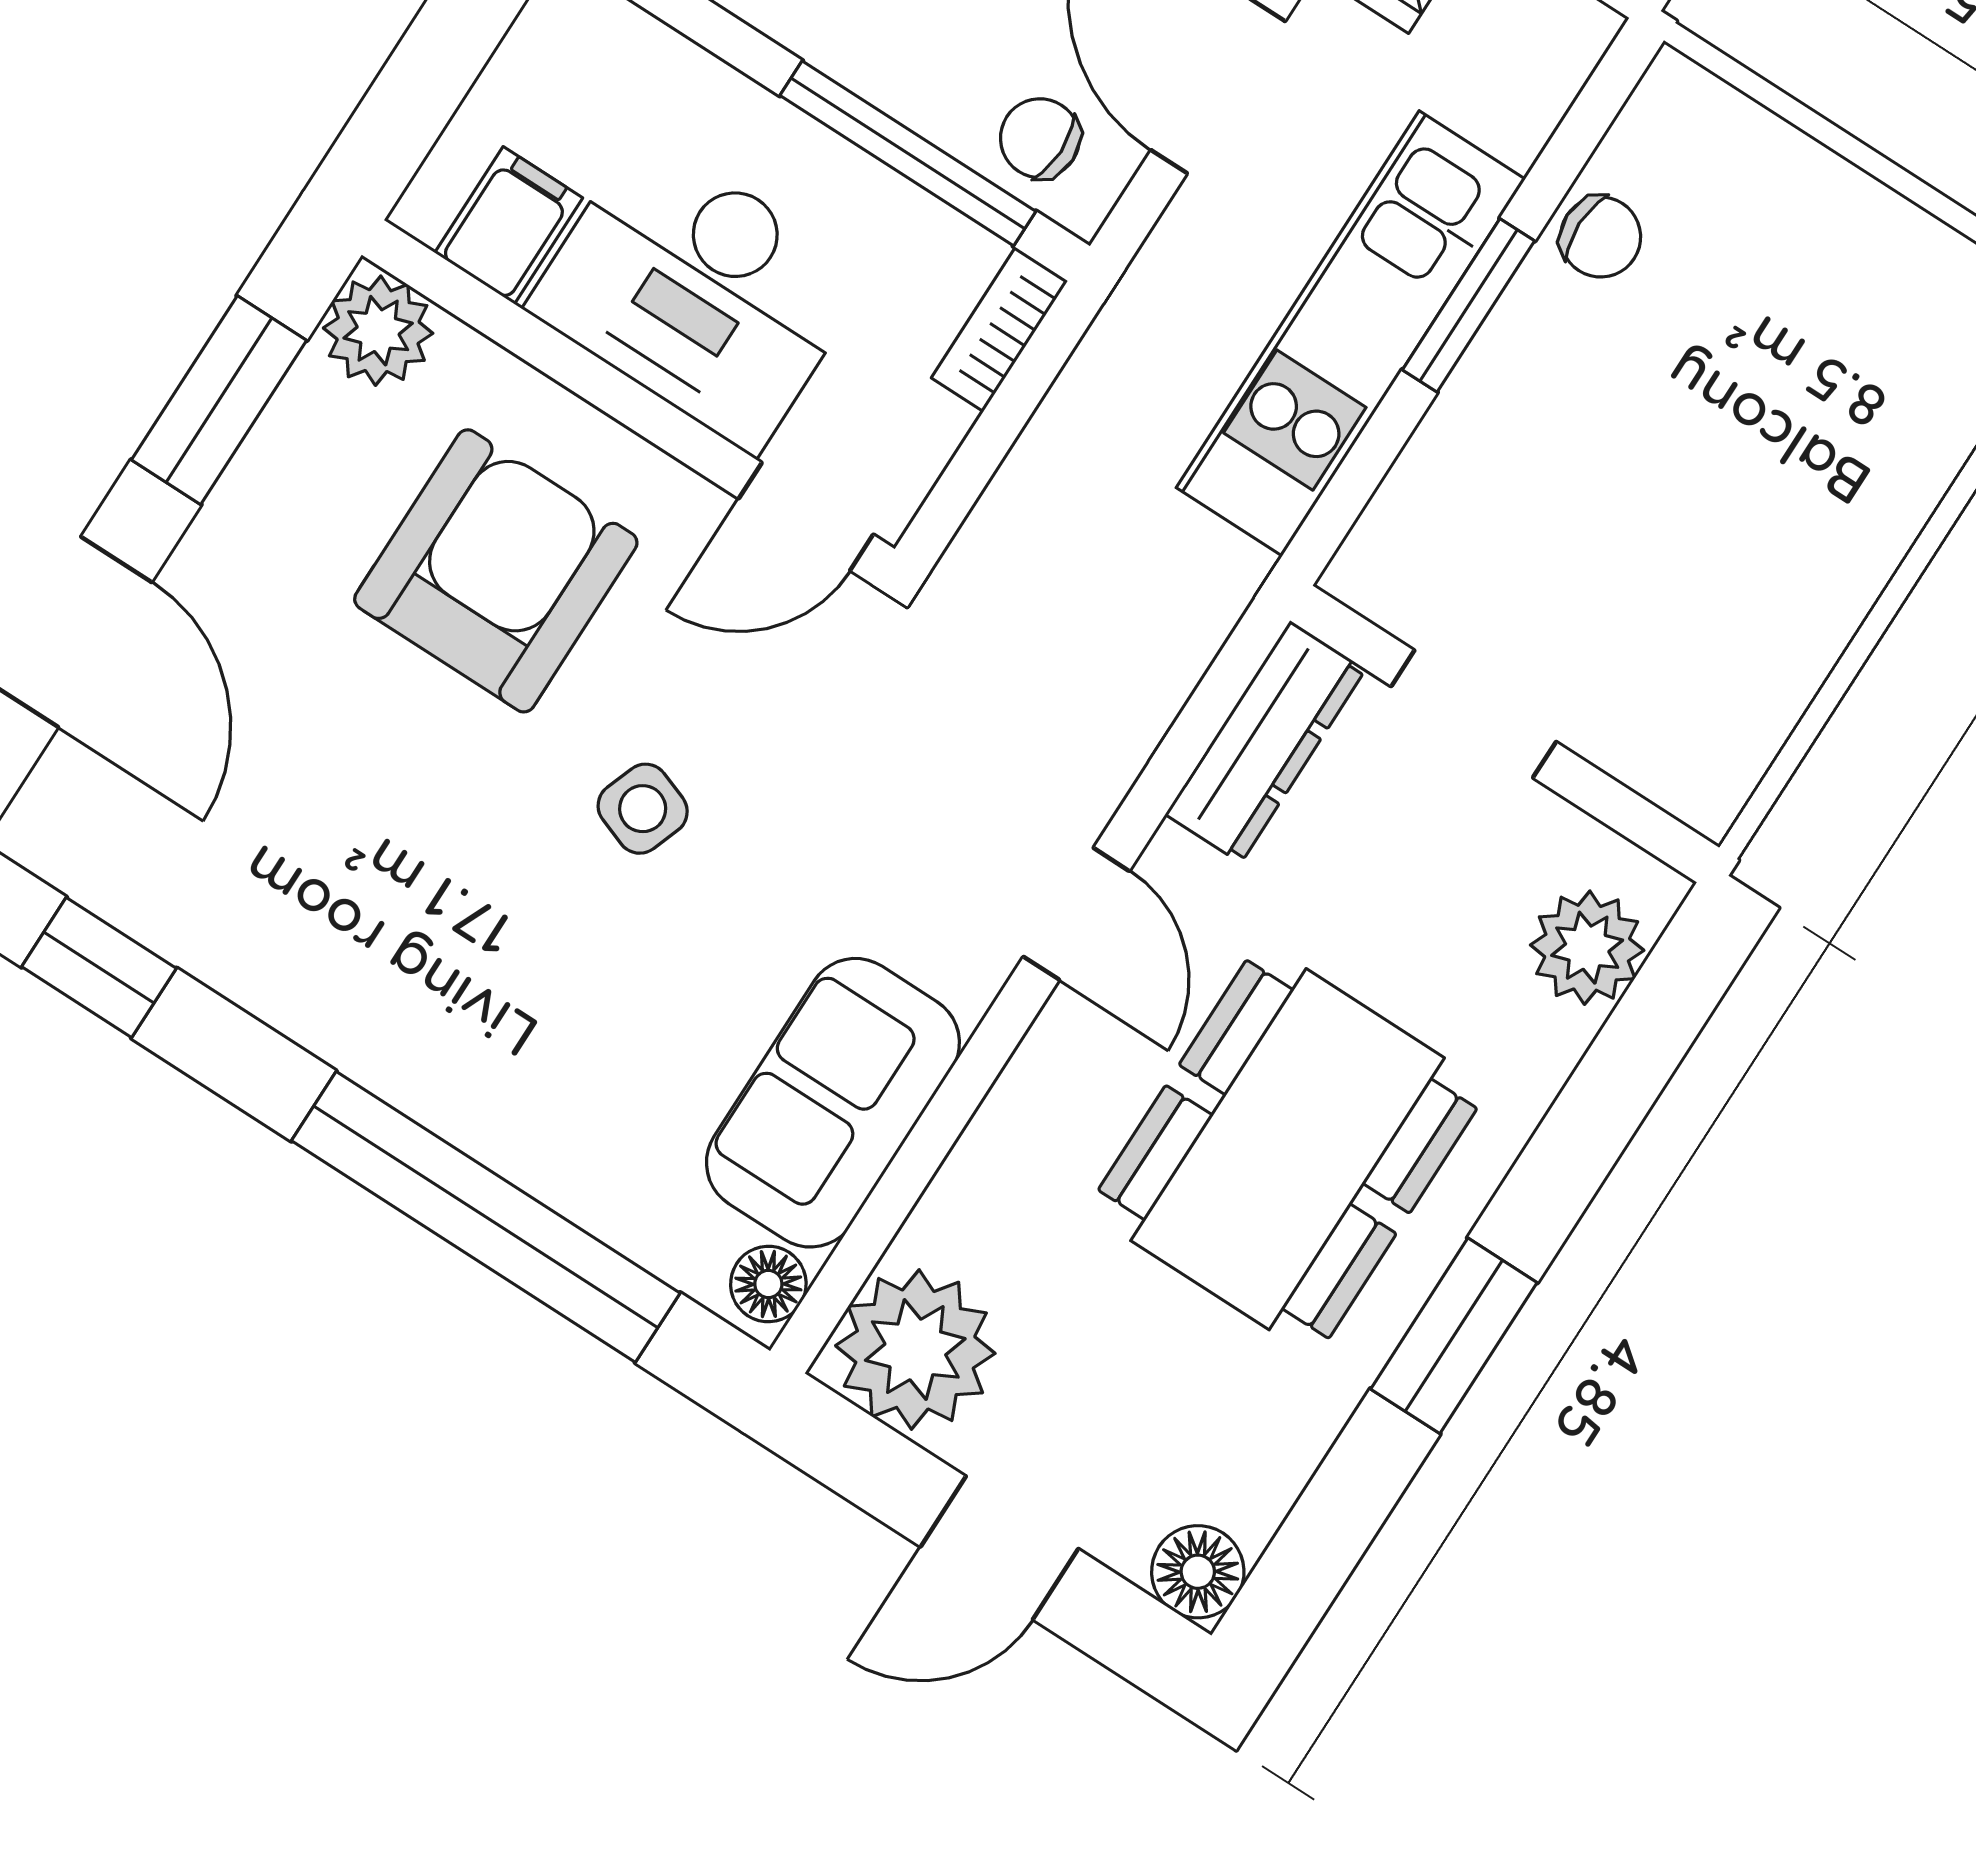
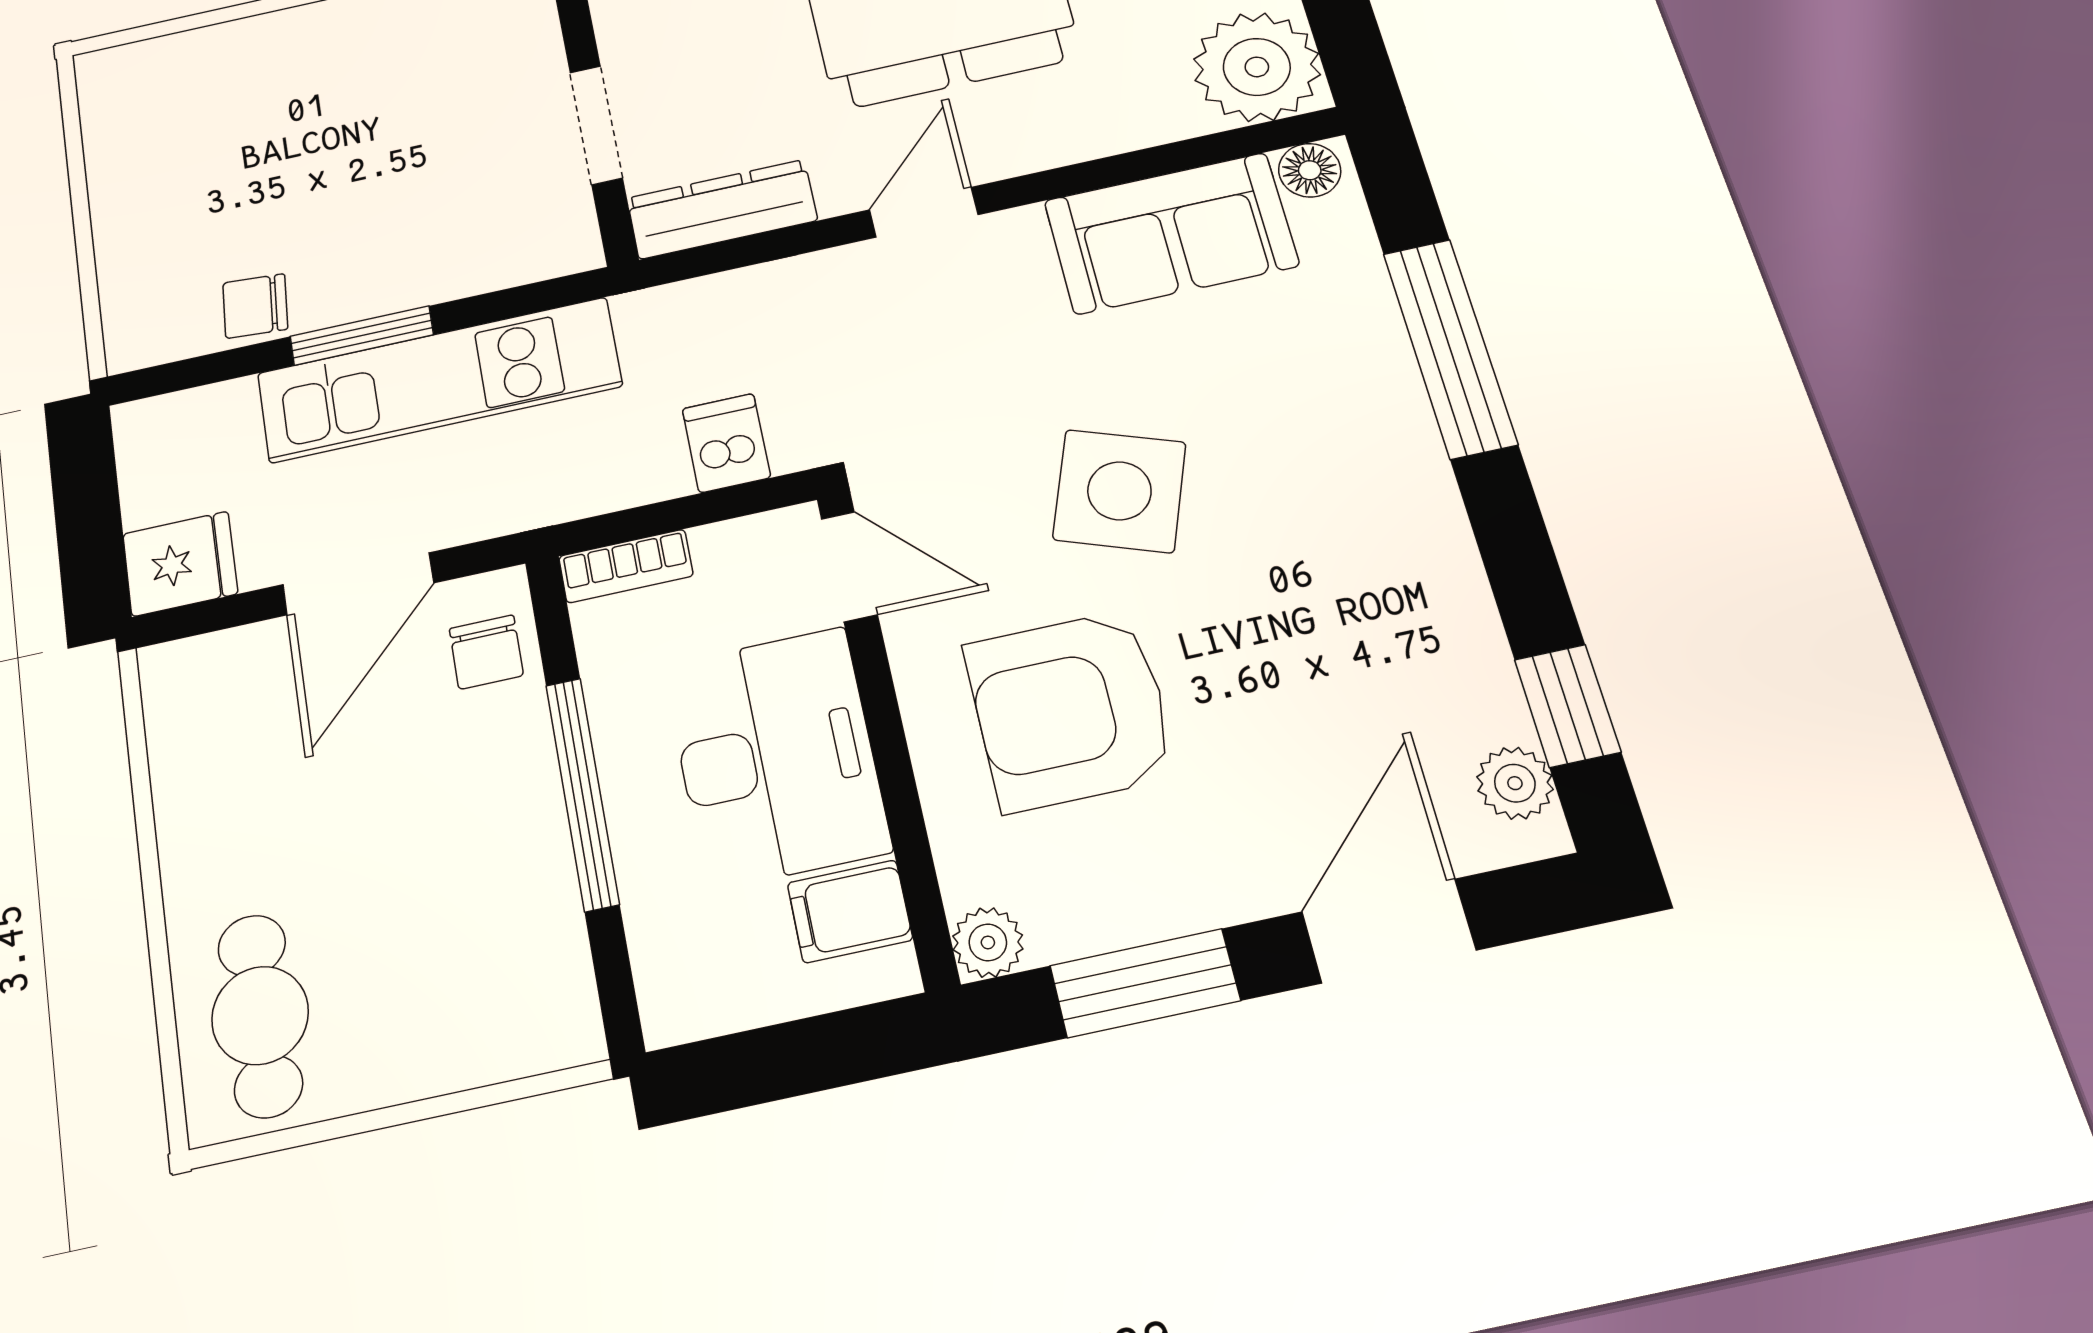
window: (908, 153) -> (582, 793), moved
chair: (1601, 237) -> (255, 306), turned -86
plant: (378, 331) -> (988, 942), width x0.73, depth x0.73
dishwasher: (1028, 524) -> (726, 443), added
side table: (643, 809) -> (1119, 491), width x1.87, depth x1.87
plant: (82, 857) -> (1515, 783), added
window: (486, 1217) -> (1450, 348), width x0.68

